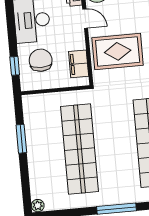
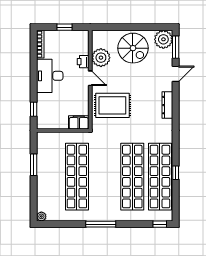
chair: (41, 60) -> (54, 107), removed
filing cabinet: (79, 64) -> (79, 122), moved, turned 90

